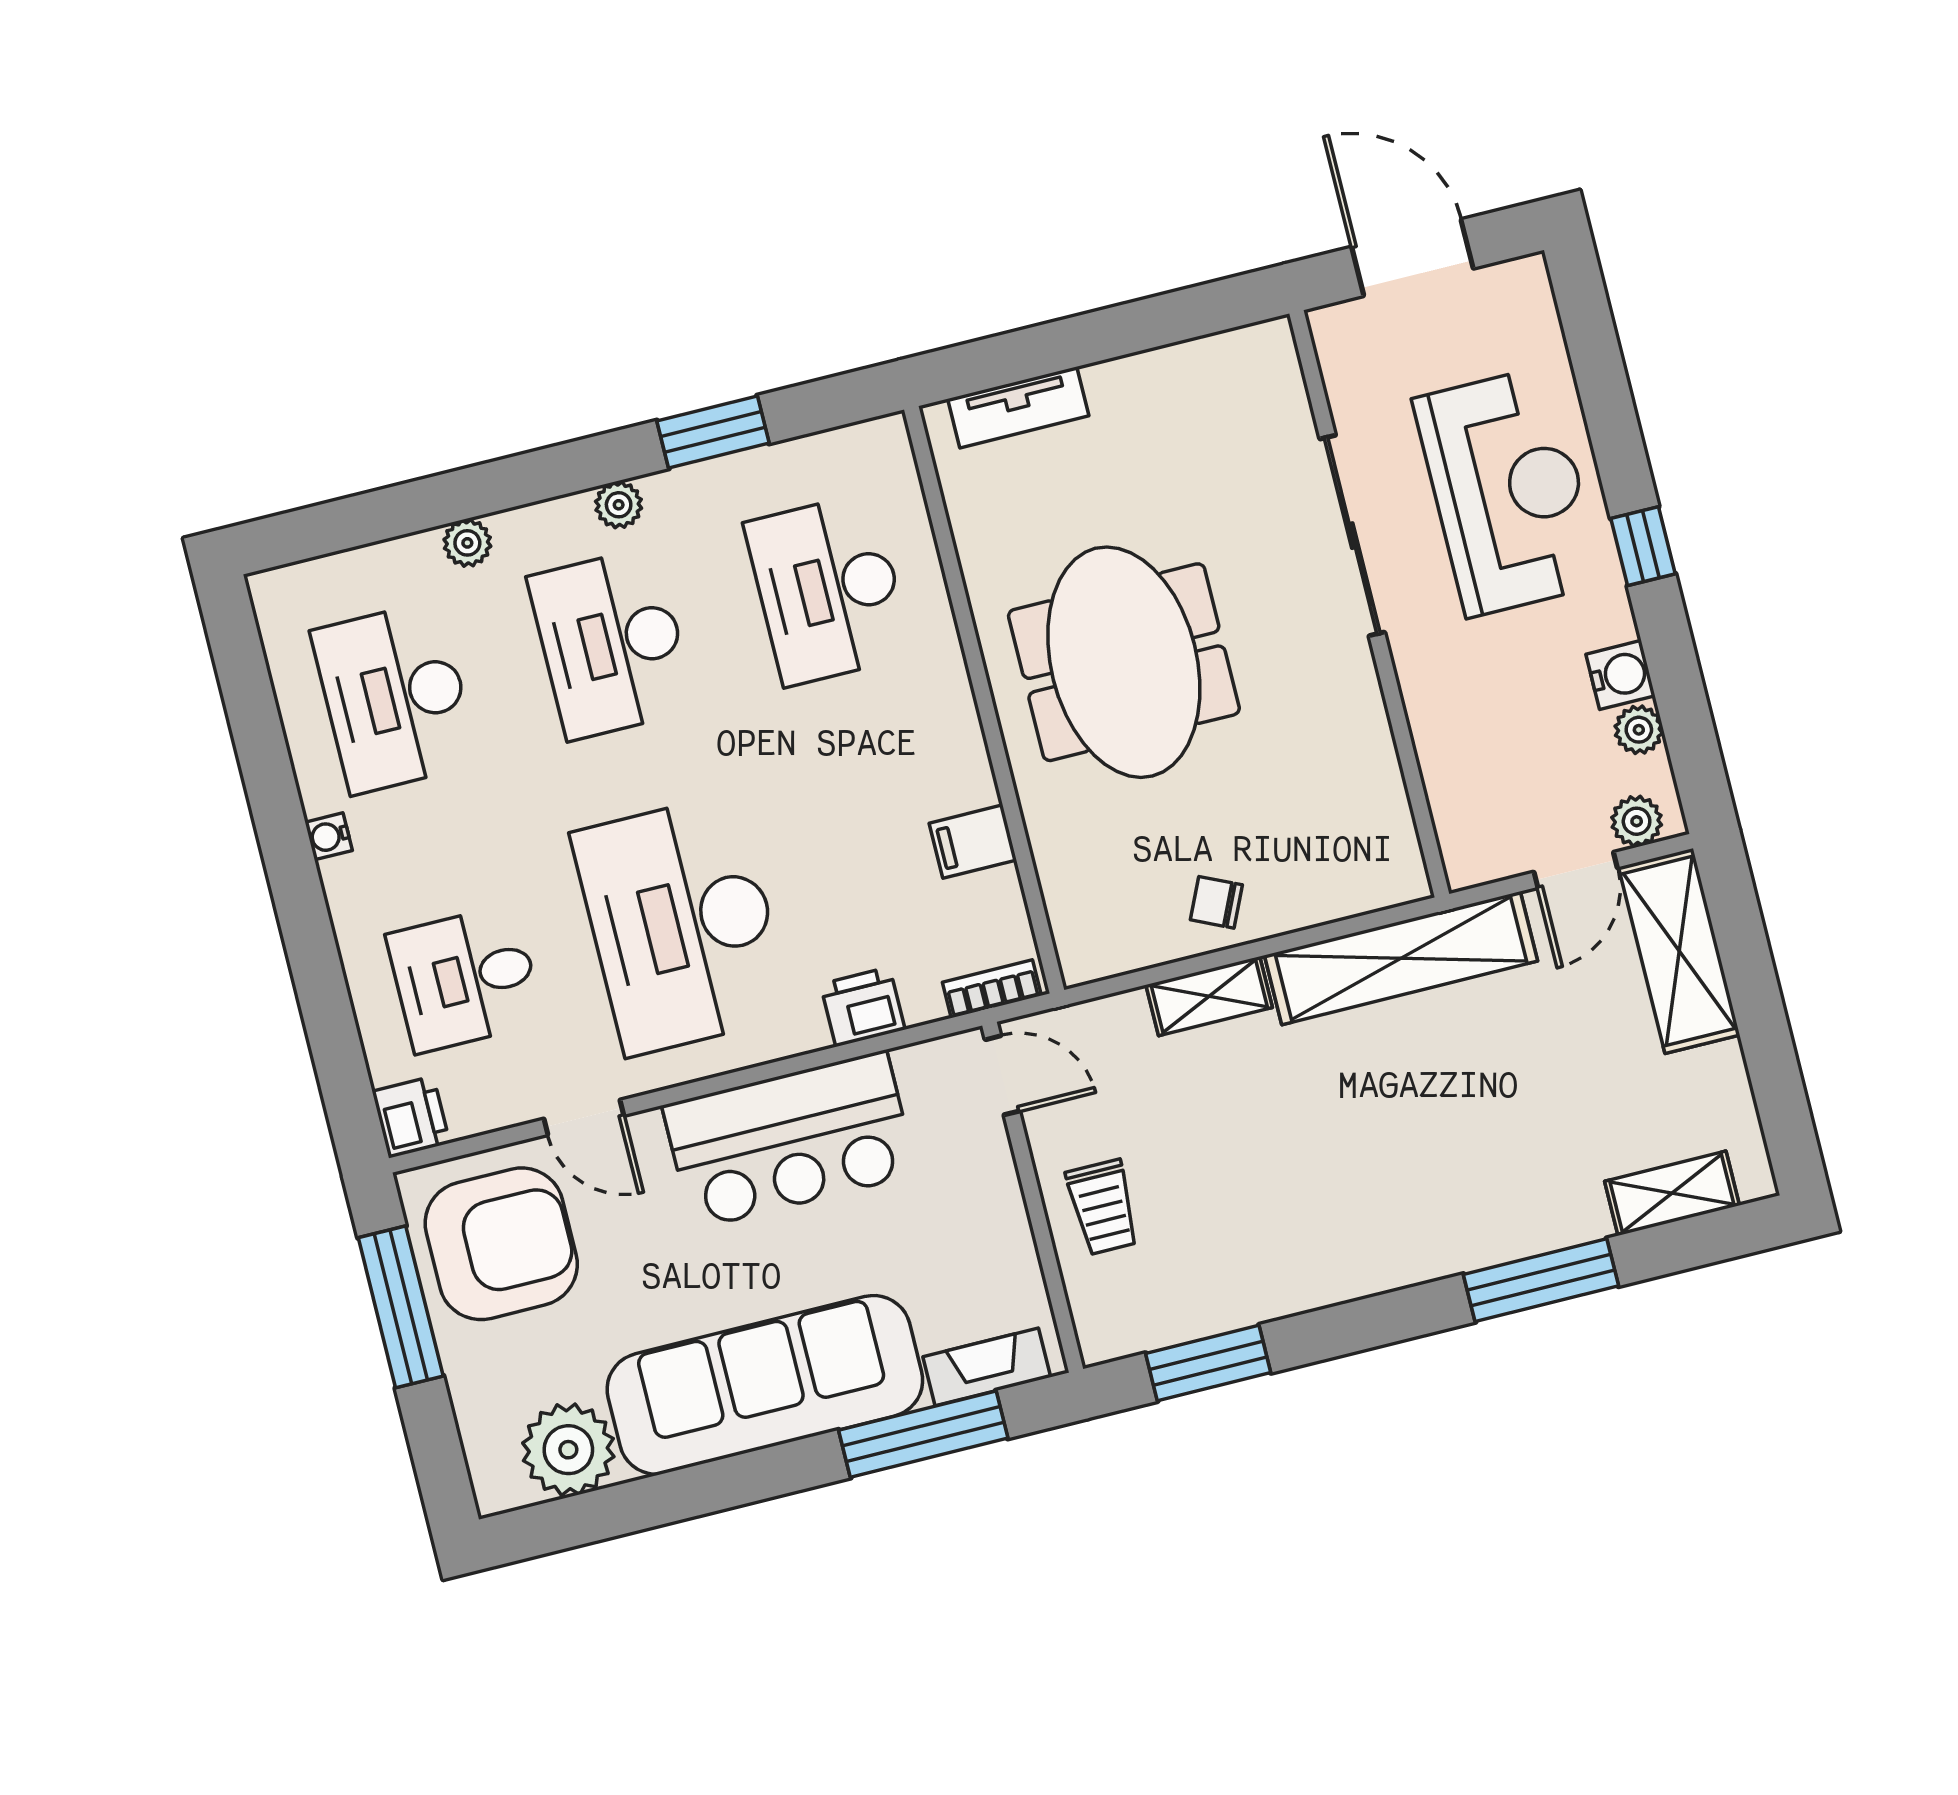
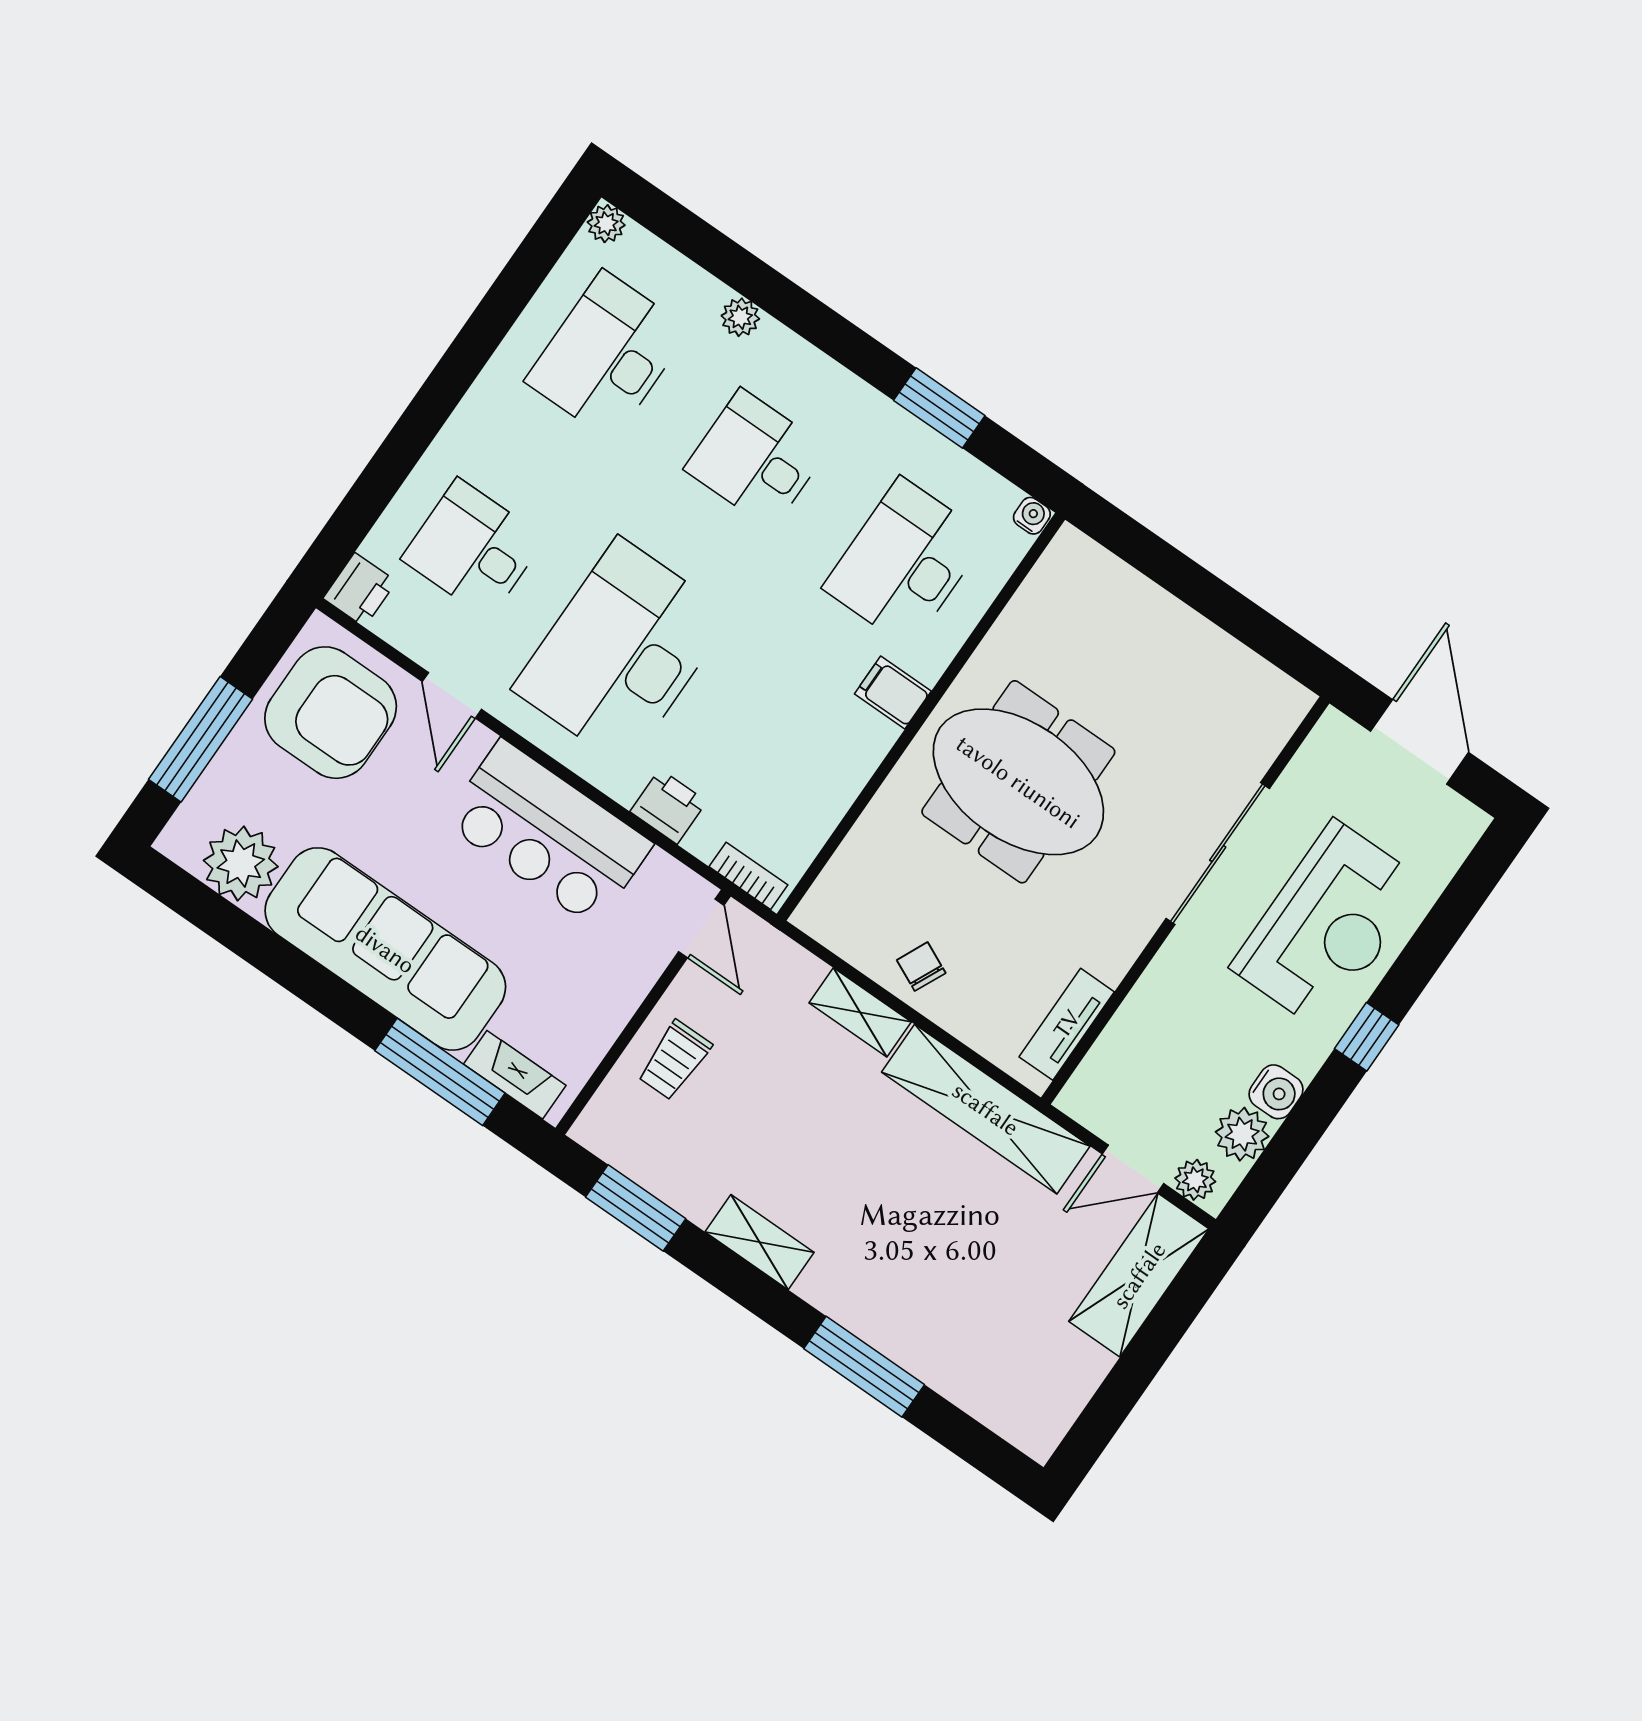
tv unit: (1018, 407) -> (1067, 1024), moved, turned 90
plant: (619, 505) -> (606, 224), moved
desk: (612, 643) -> (756, 459), width x0.73
meeting table: (1124, 662) -> (1018, 782), turned 90
plant: (1639, 730) -> (1242, 1134), width x1.38, depth x1.38
water cooler: (329, 836) -> (1032, 516), moved, turned 90
filing cabinet: (973, 842) -> (893, 692), moved
shelving: (1672, 1193) -> (760, 1242), moved
window: (401, 1307) -> (201, 739), moved

